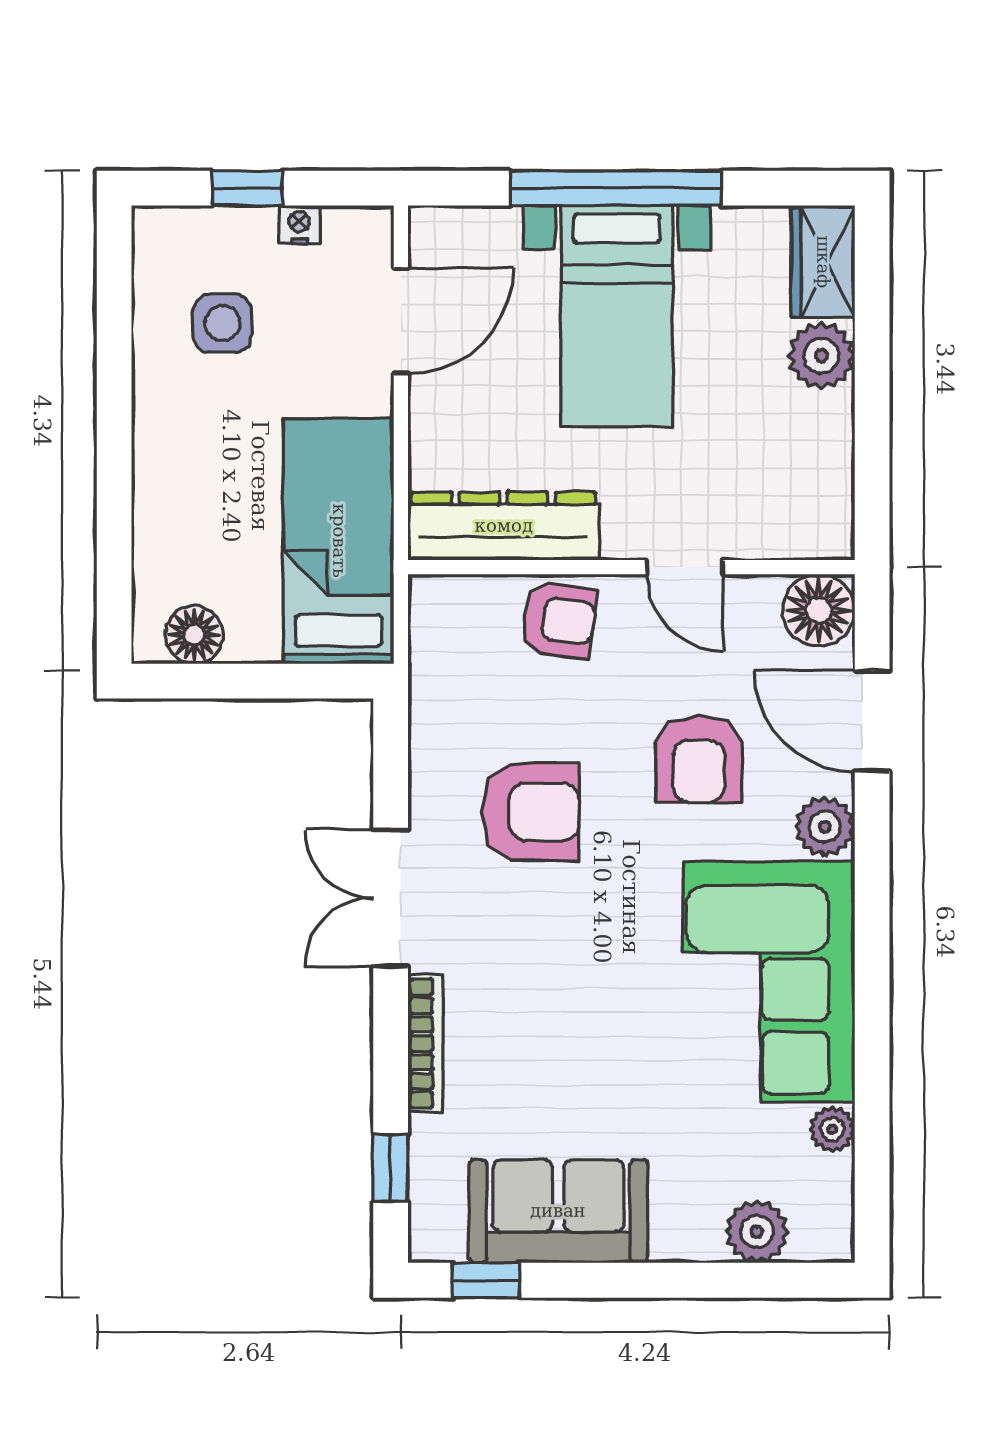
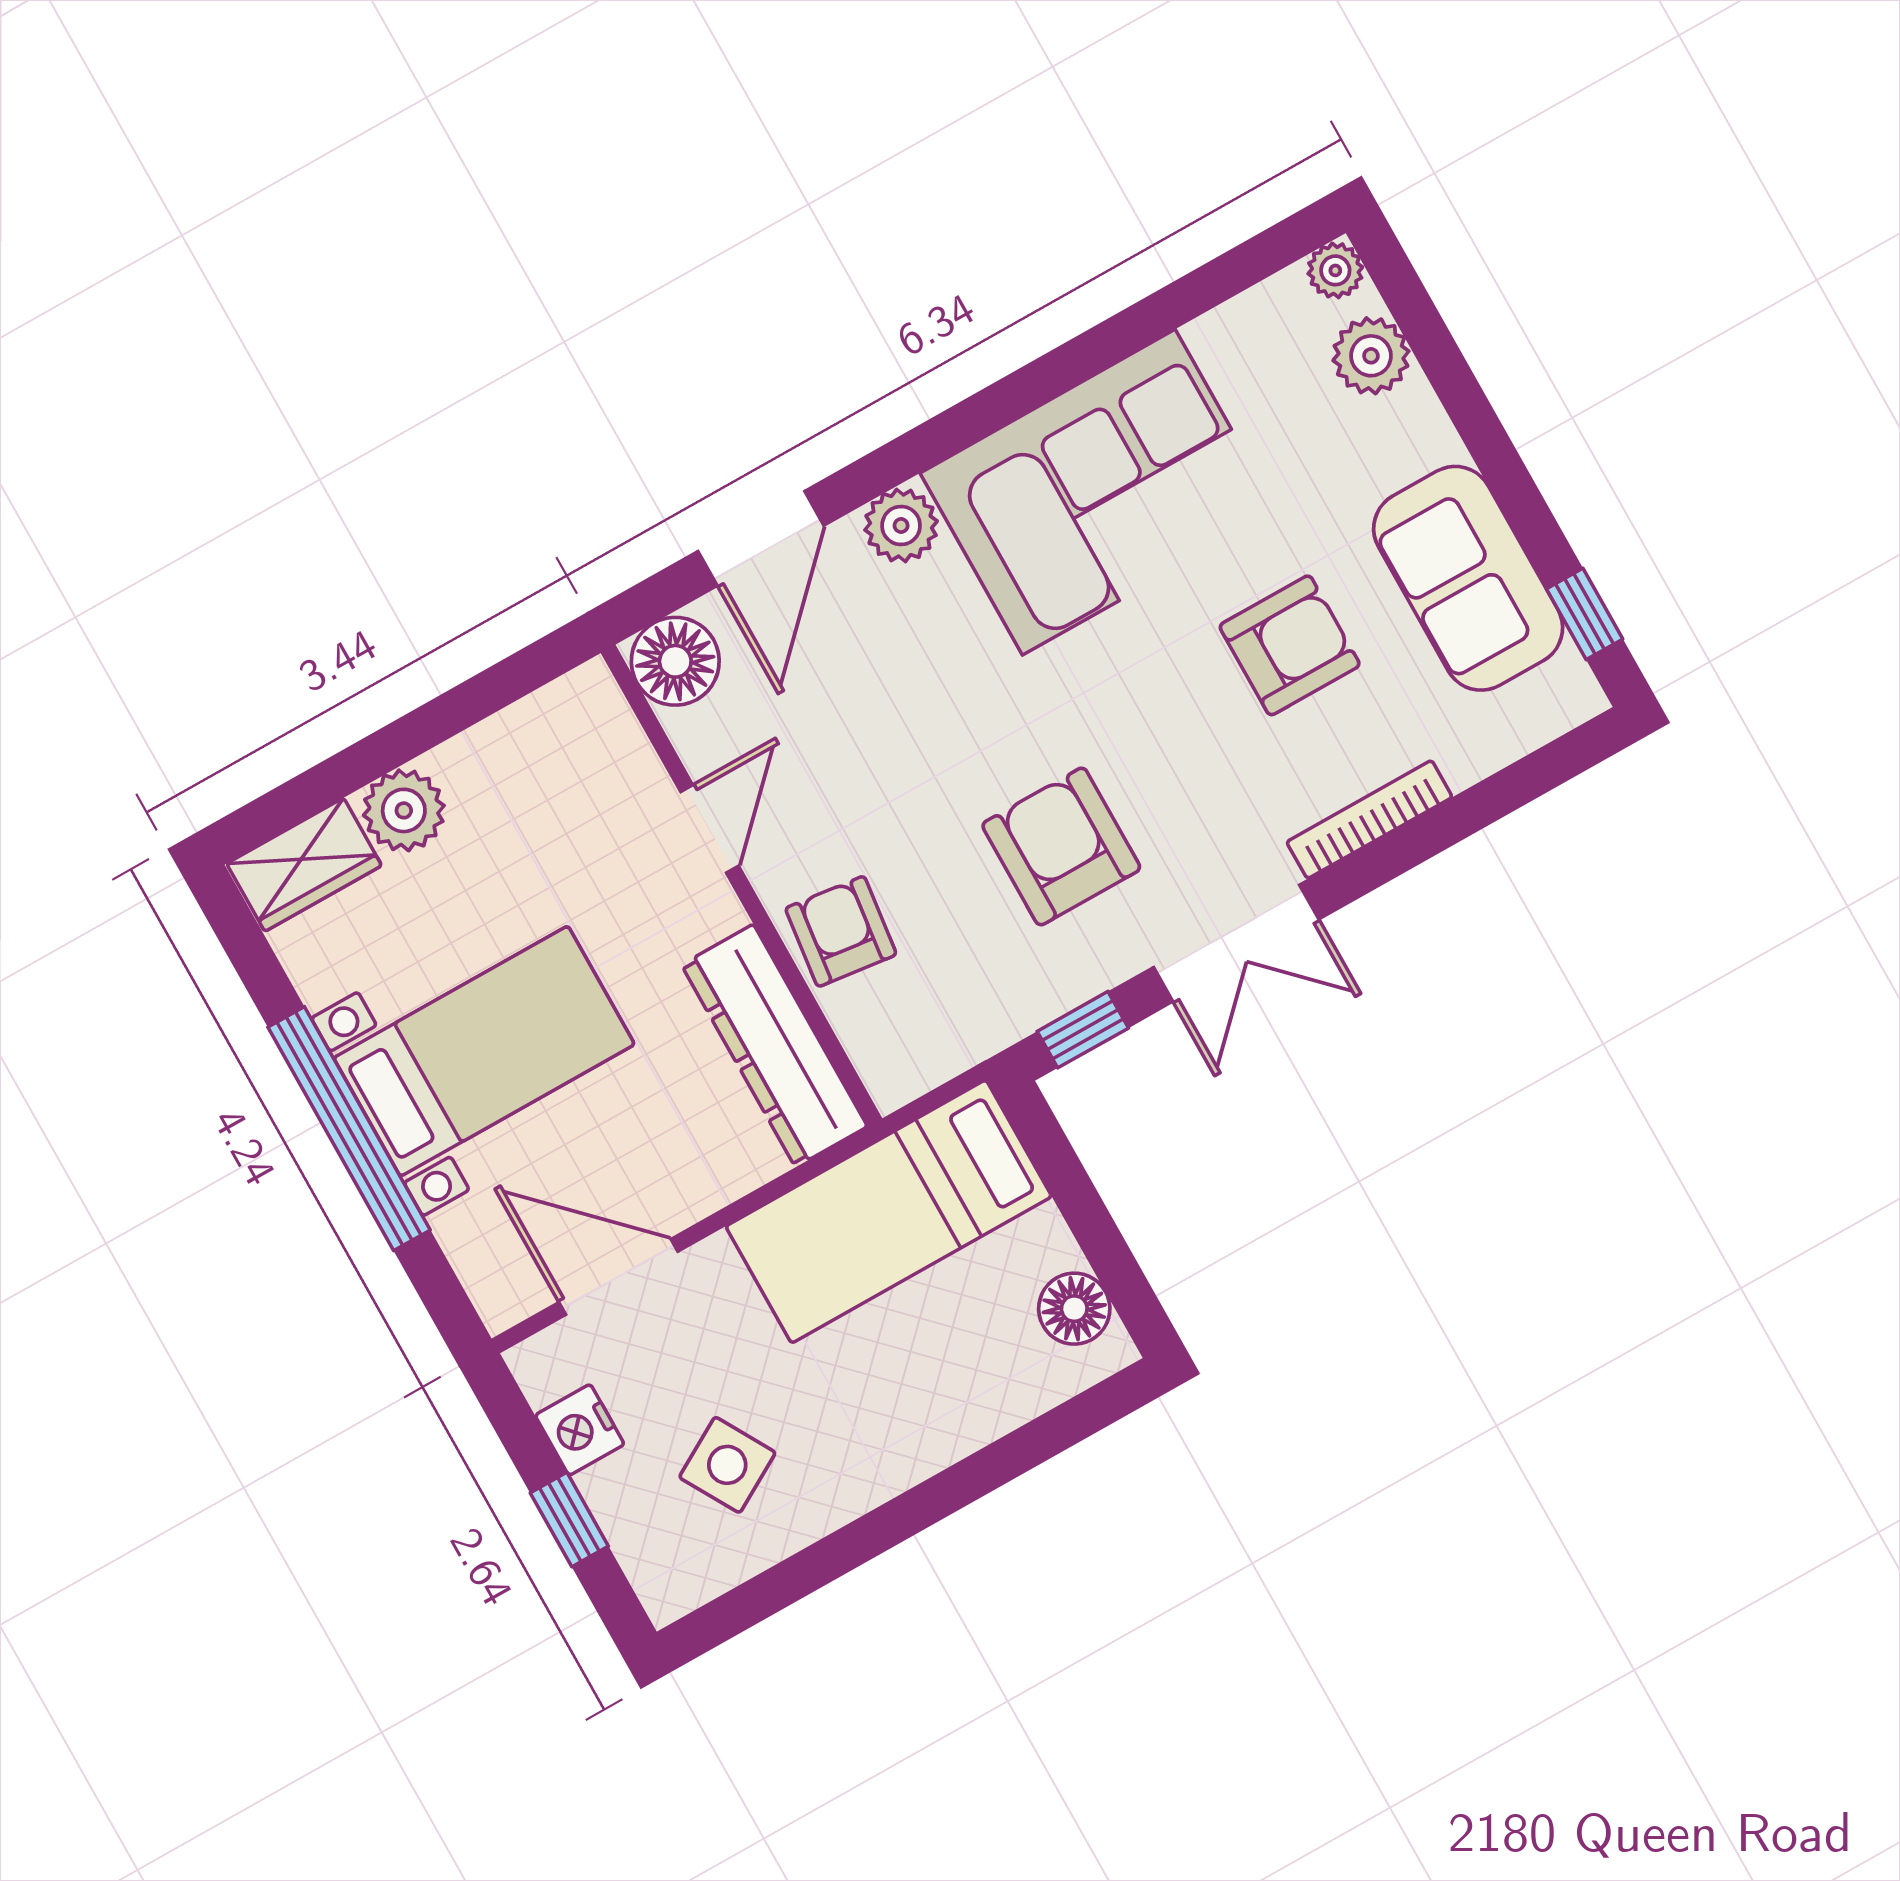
nightstand: (299, 225) -> (580, 1430), width x1.39, depth x1.35
side table: (222, 323) -> (727, 1465), turned -30
armchair: (699, 759) -> (1290, 645), moved
plant: (832, 1129) -> (1335, 270), moved
window: (391, 1168) -> (1083, 1030), moved

